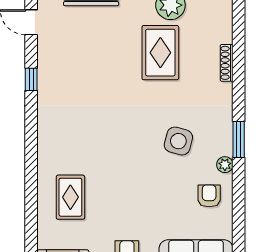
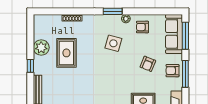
rug: (160, 53) -> (66, 53), turned 90
armchair: (140, 206) -> (148, 64), added

